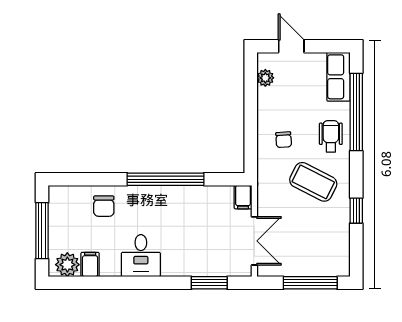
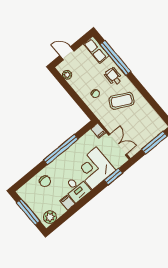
window: (356, 211) -> (149, 98), removed
corner desk: (191, 247) -> (94, 168), added
filing cabinet: (90, 264) -> (67, 202), moved

